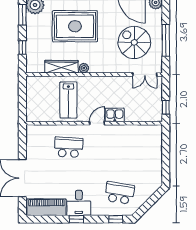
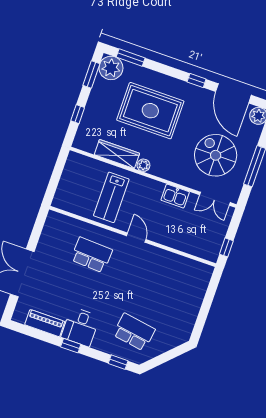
kitchen sink: (115, 115) -> (175, 196), moved, turned 180
door: (97, 123) -> (136, 238), hinge flipped
piano: (46, 207) -> (45, 323), width x0.73, depth x0.75

